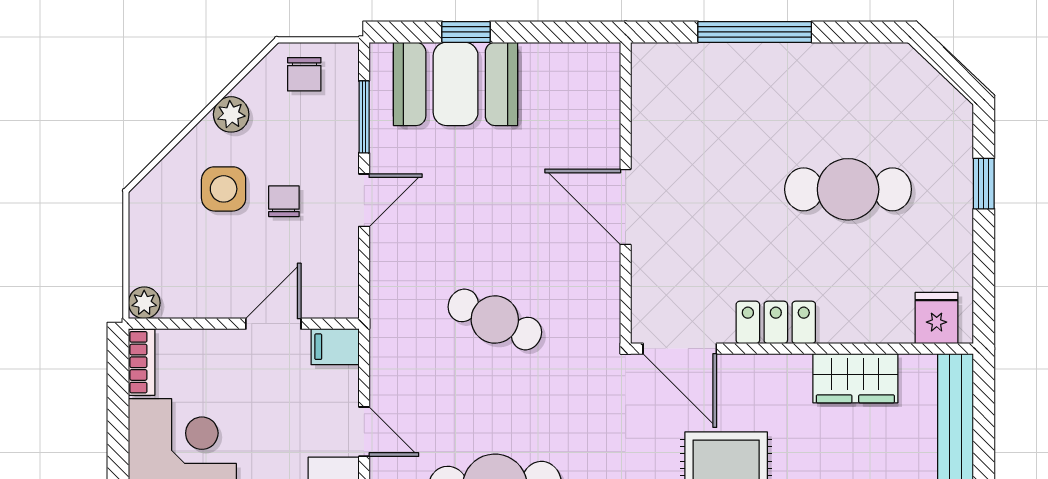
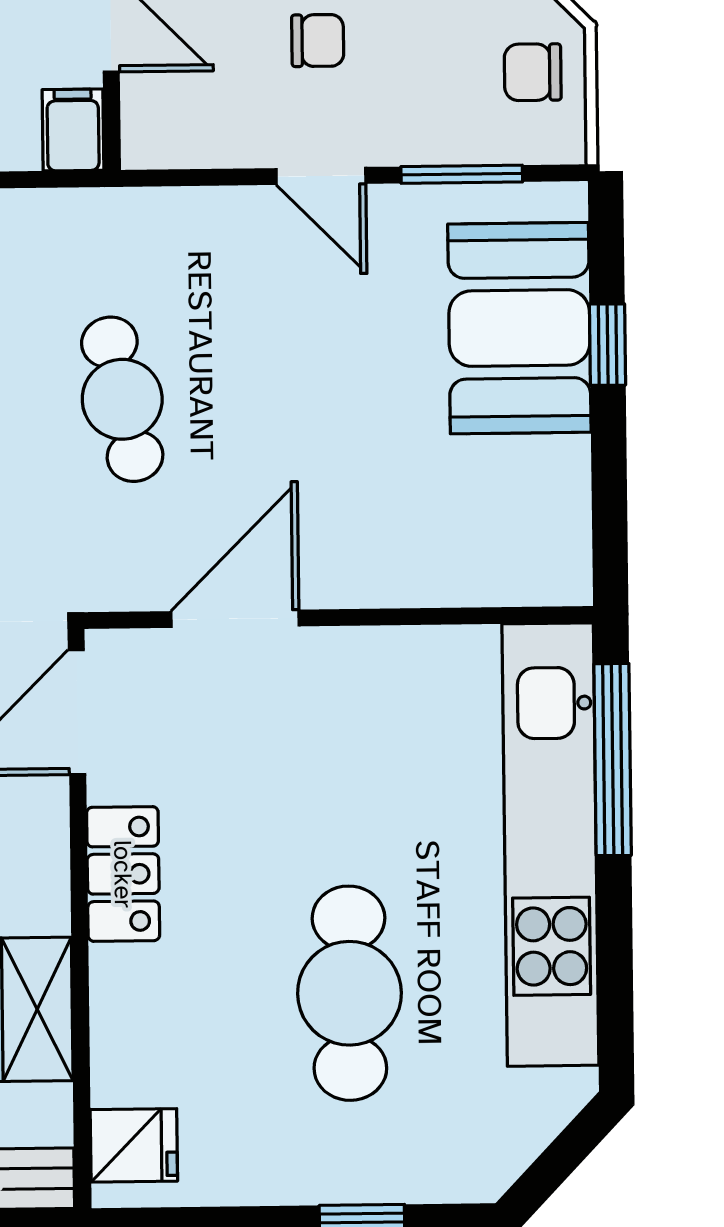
window: (755, 32) -> (613, 760), moved
kitchen unit: (762, 69) -> (550, 845), added
door: (626, 207) -> (235, 619), moved
cafe table: (495, 320) -> (122, 399), turned -36

